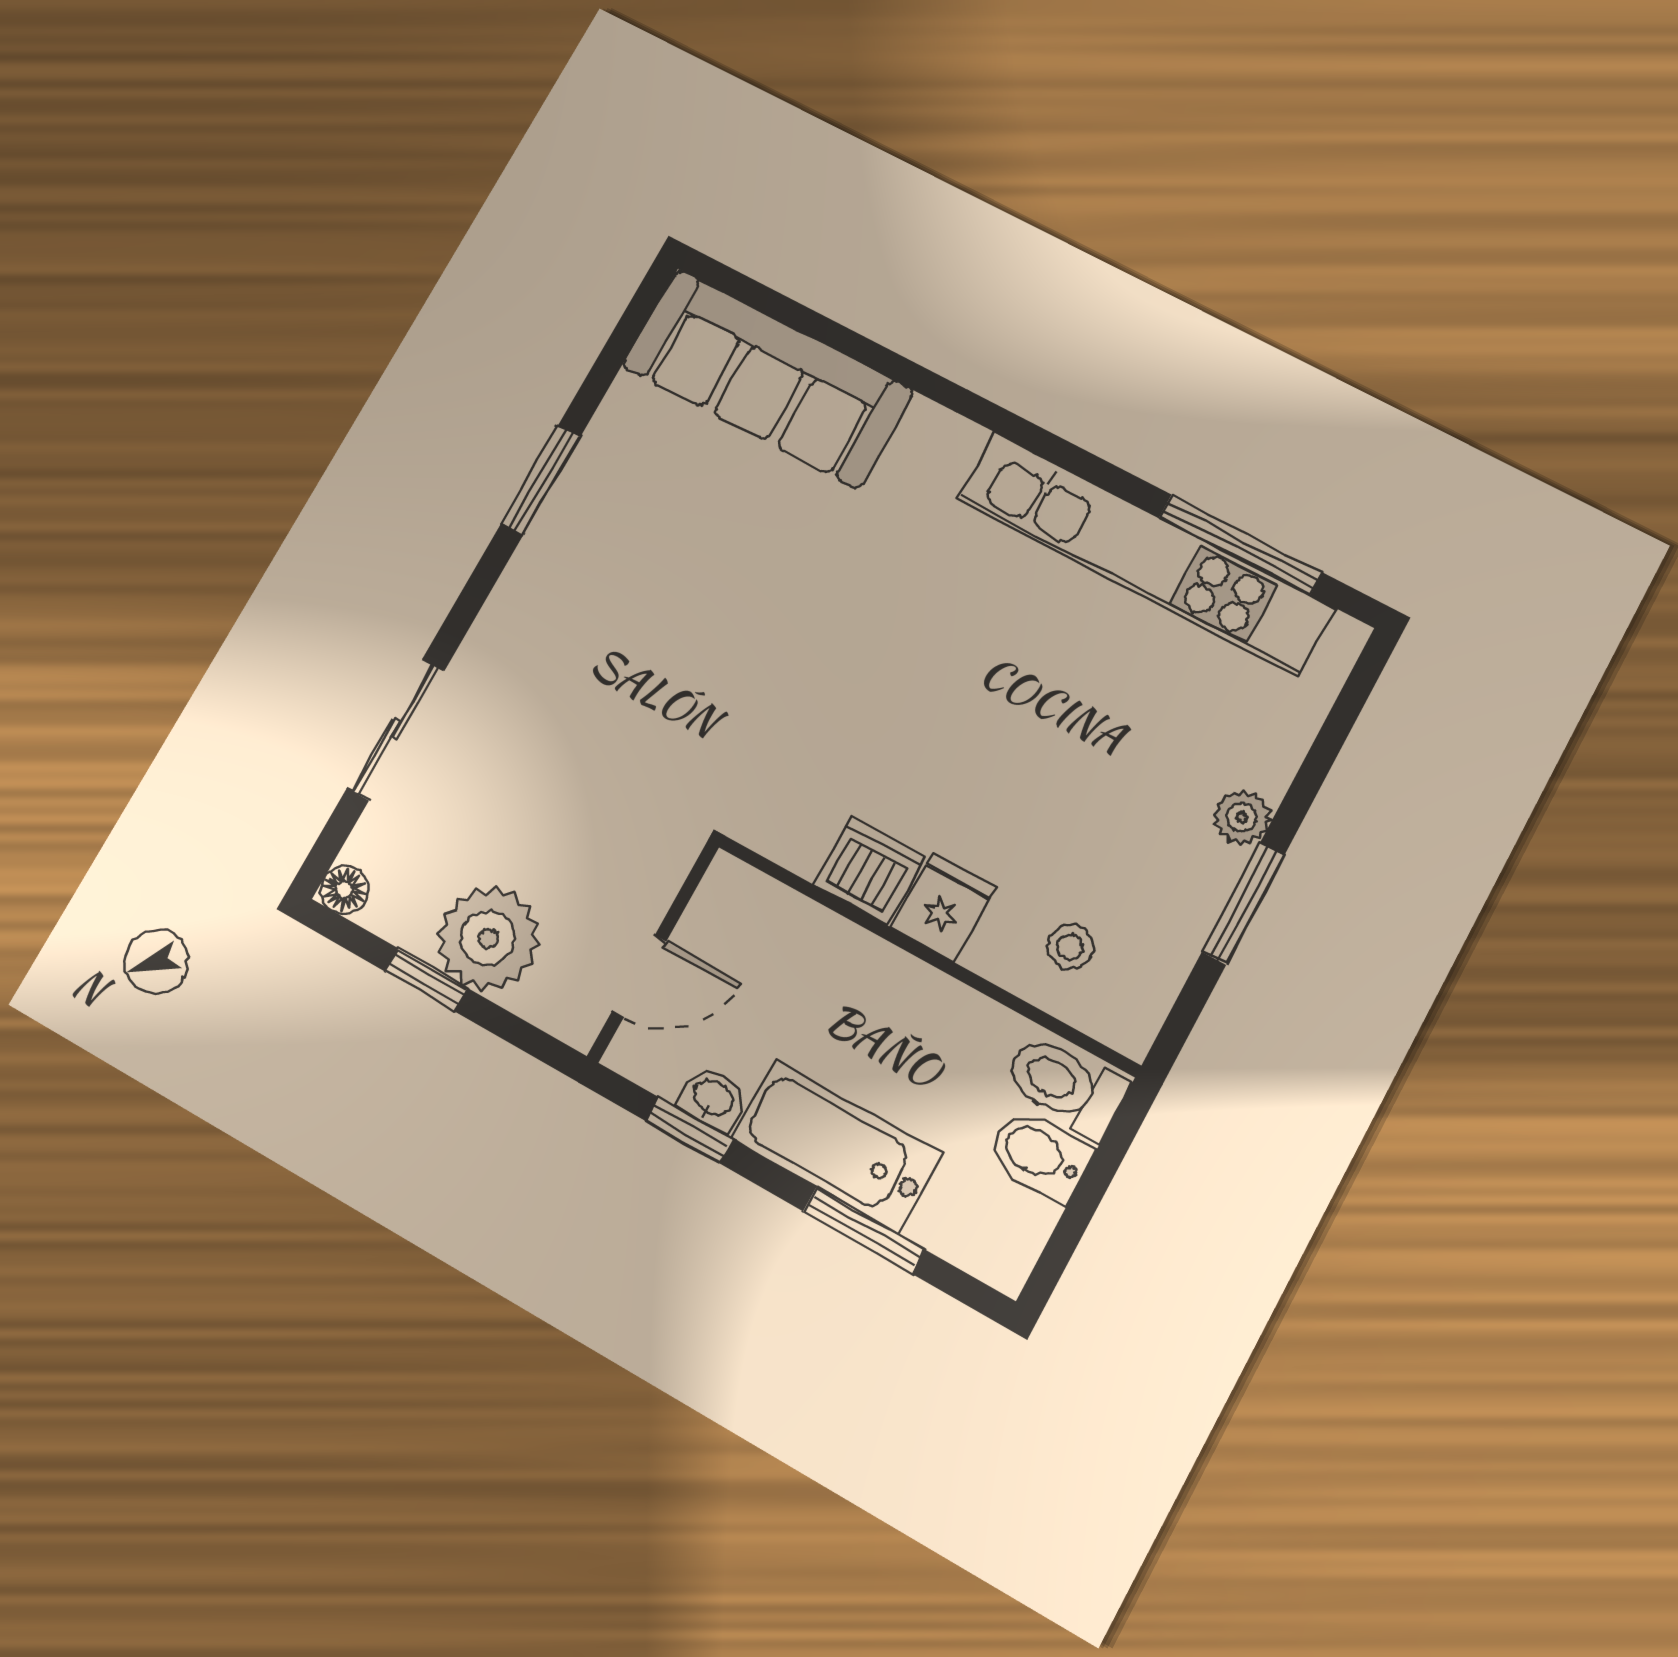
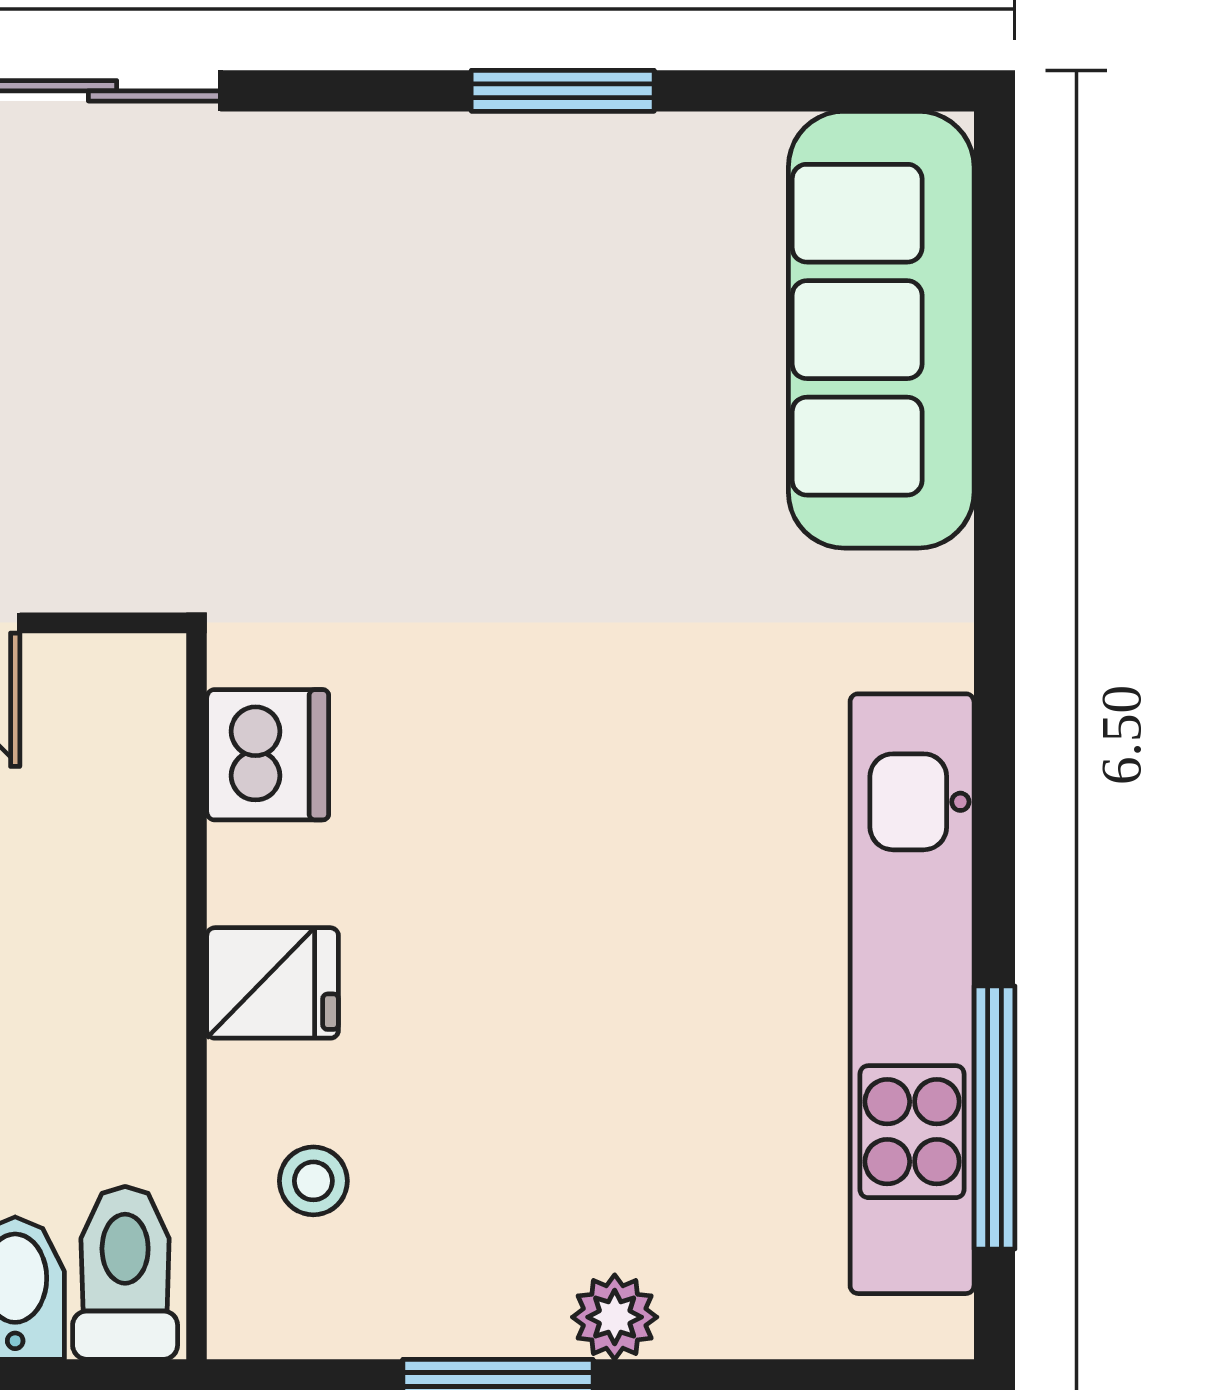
dishwasher: (869, 870) -> (268, 755), moved

